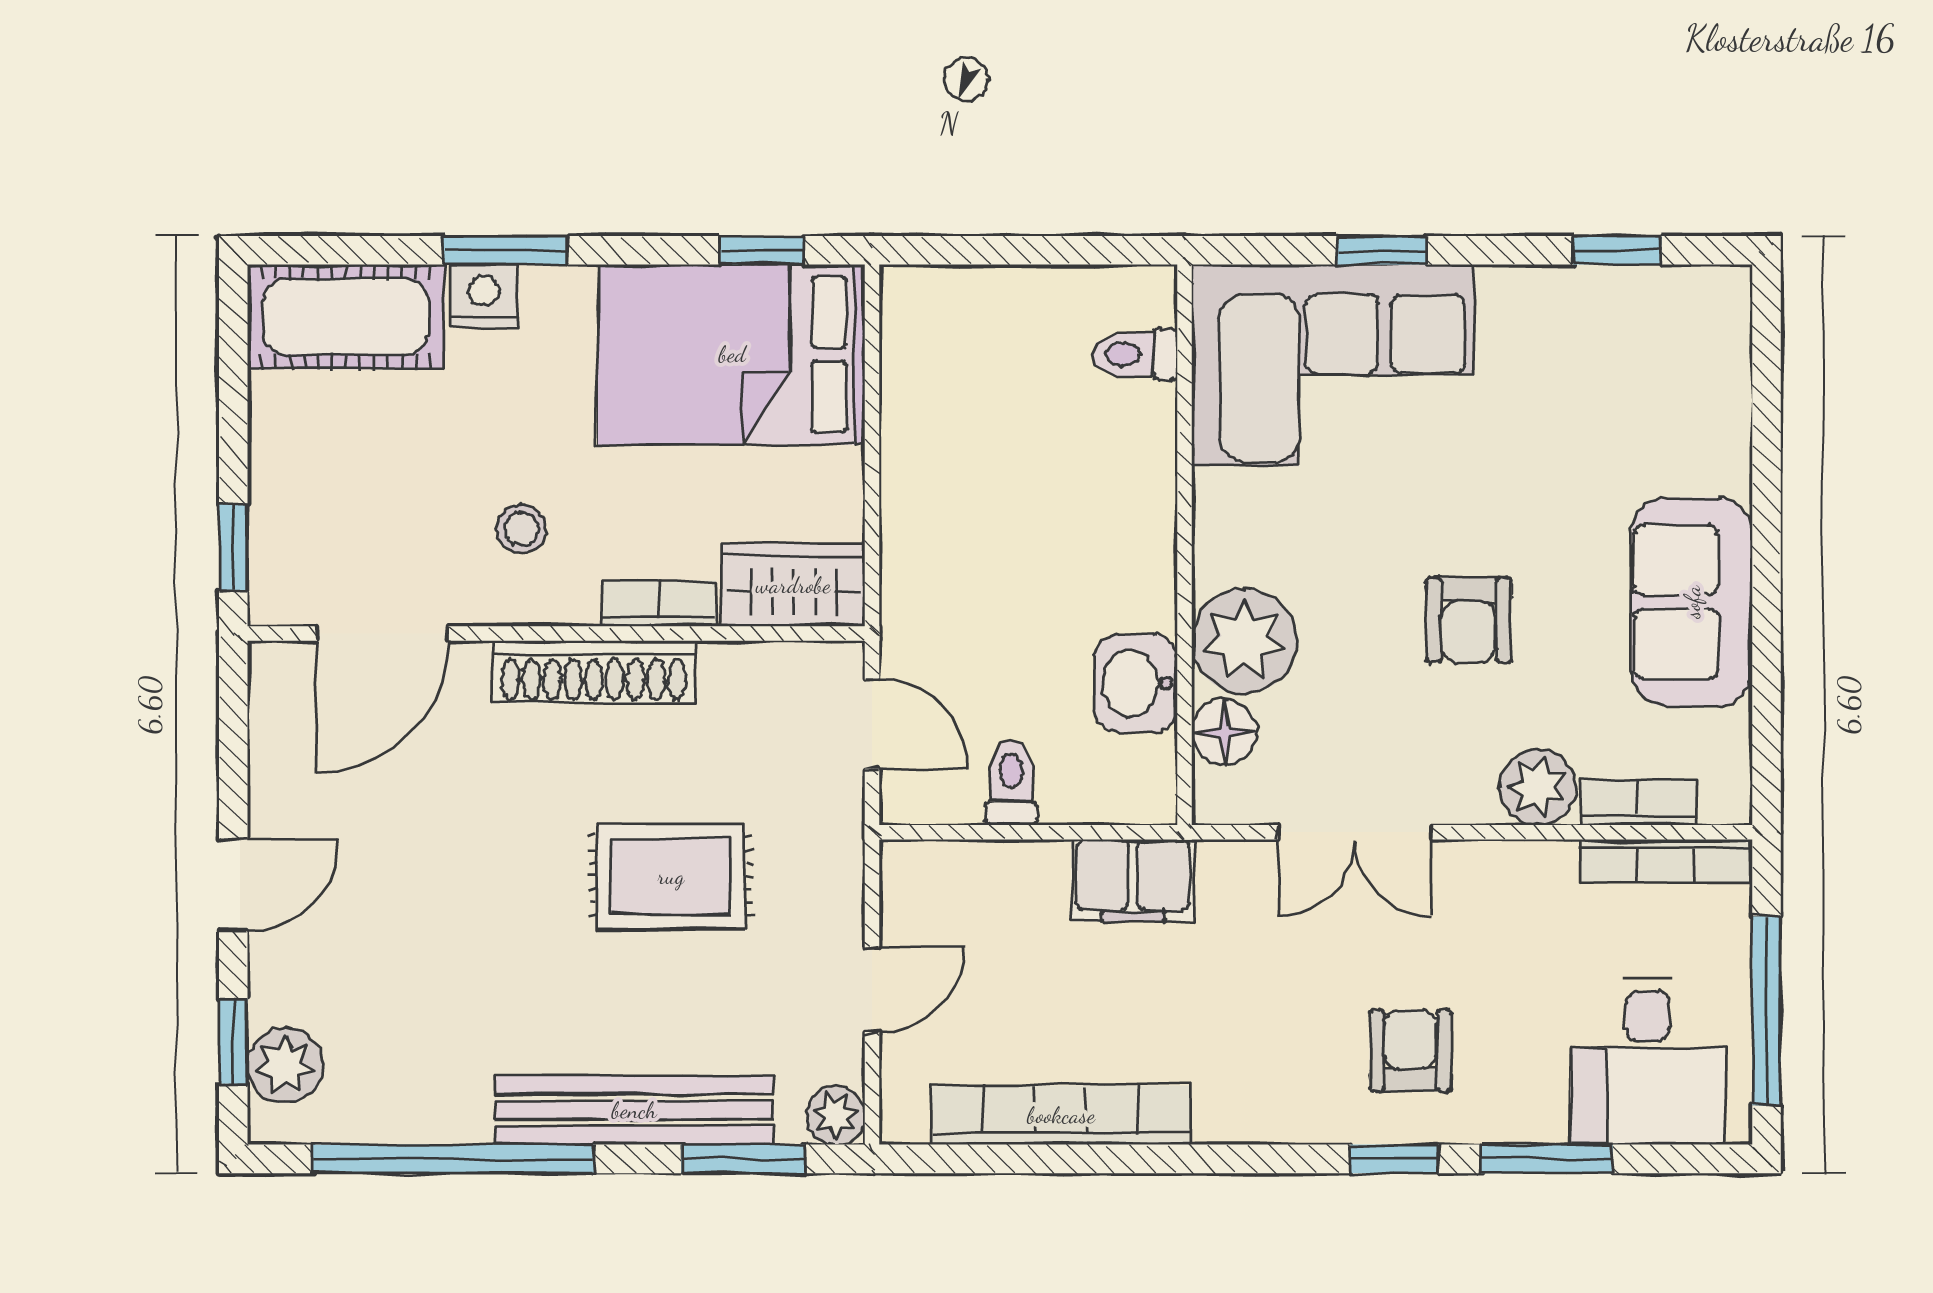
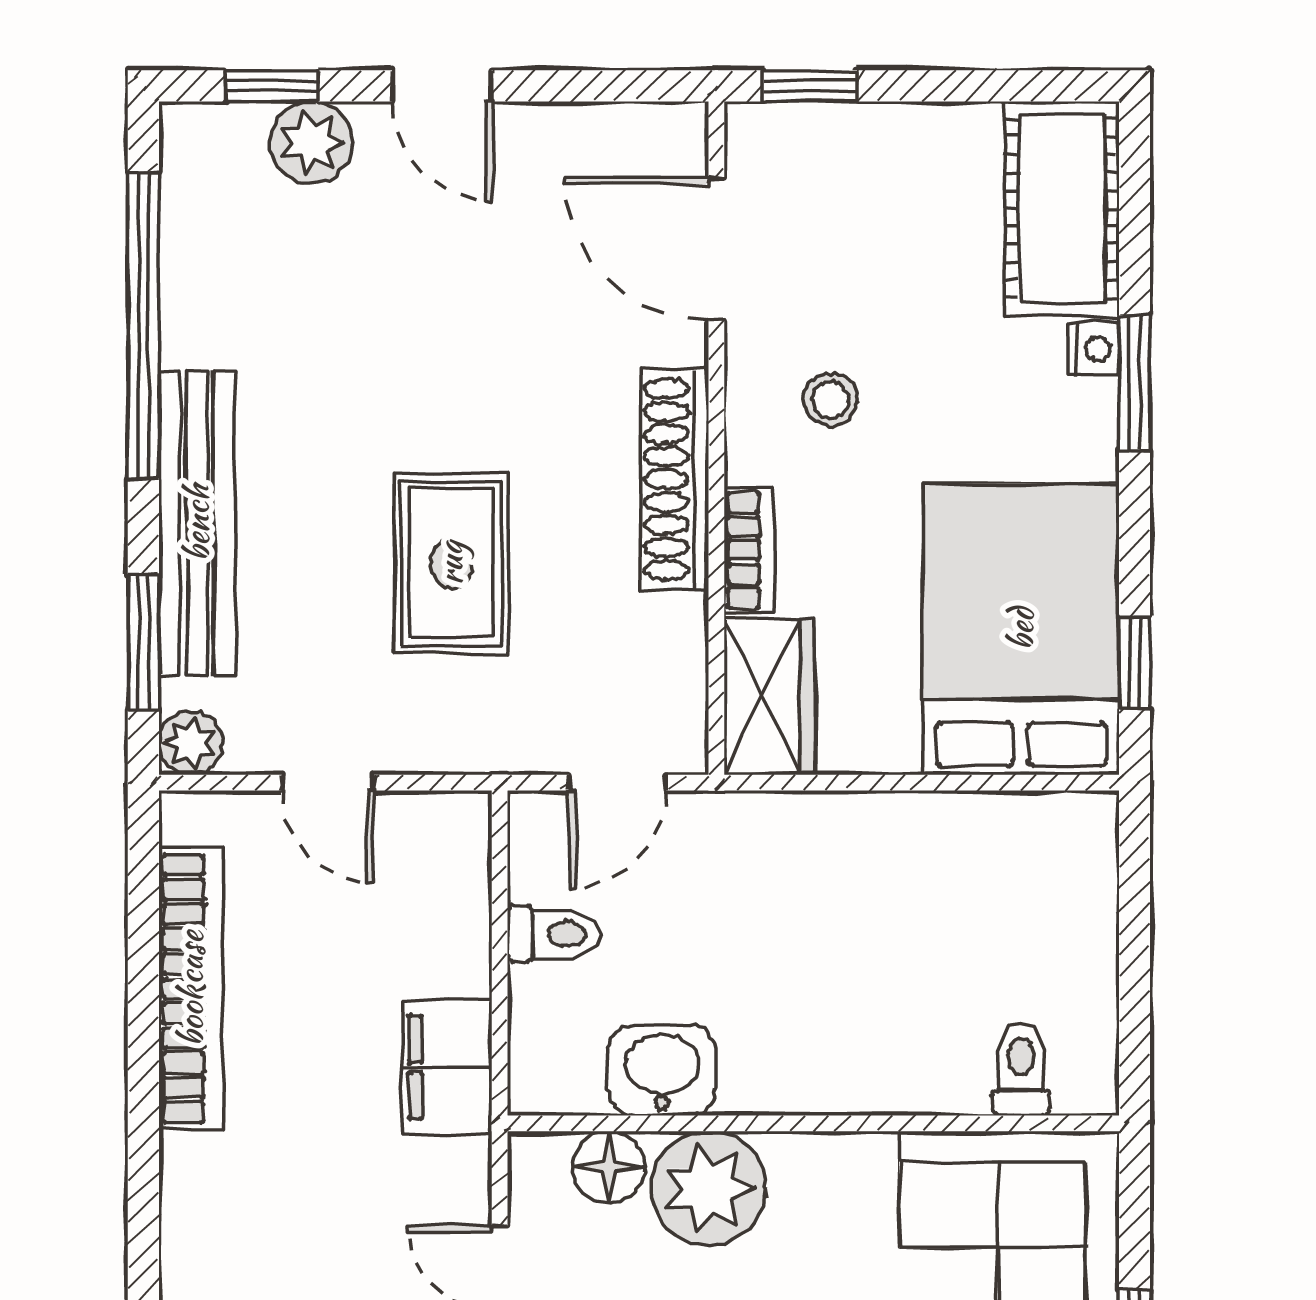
nightstand: (484, 296) -> (1094, 349), width x0.72, depth x0.74
plant: (285, 1065) -> (311, 142), moved

